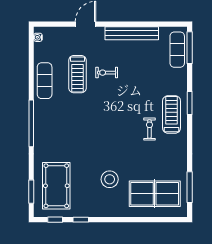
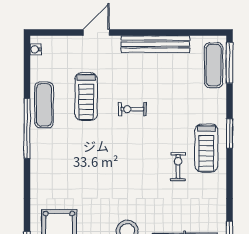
exercise bike: (107, 73) -> (132, 109), moved
treadmill: (172, 114) -> (206, 148), turned 180
window: (31, 123) -> (27, 128), moved

